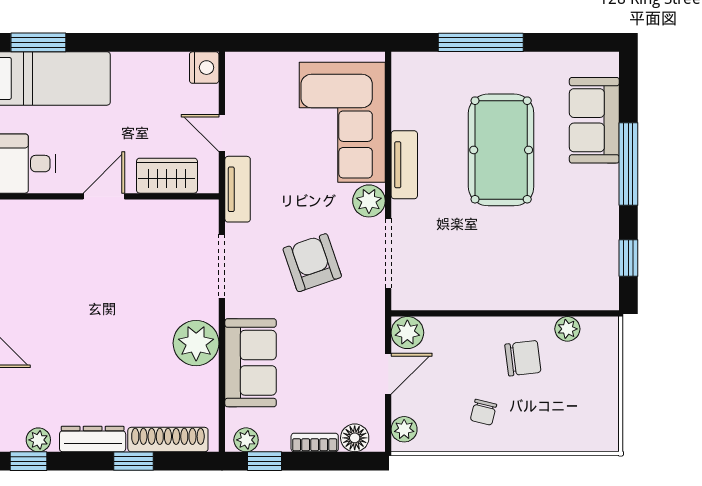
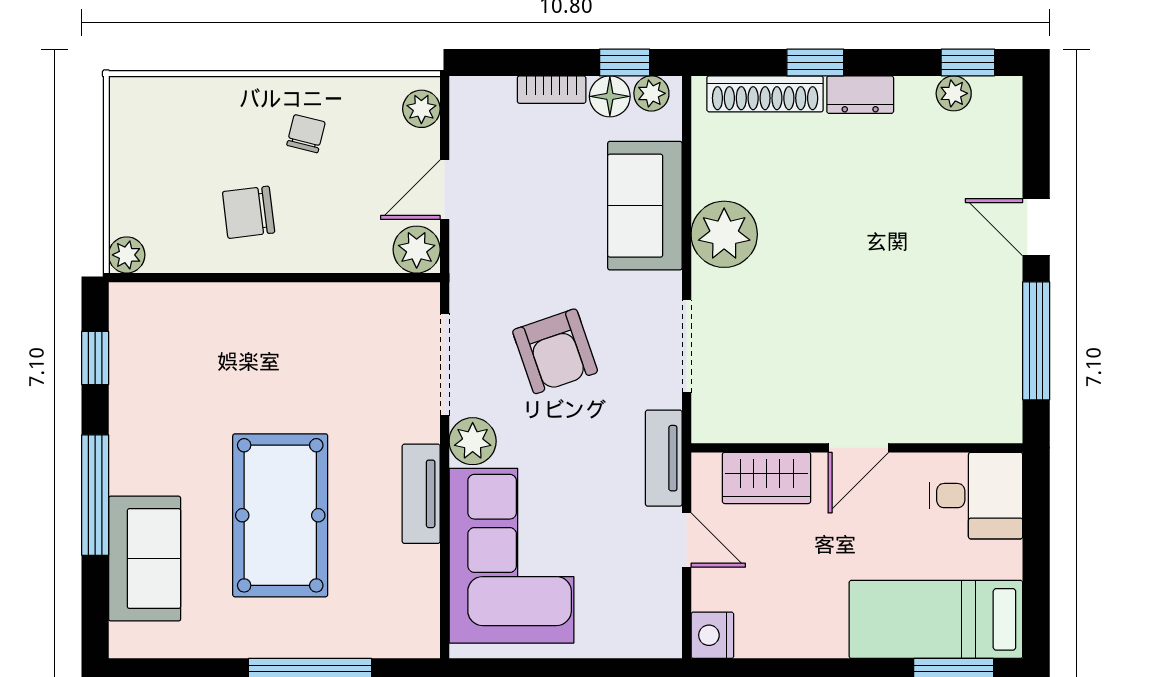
plant: (567, 329) -> (127, 255), moved
floor lamp: (355, 438) -> (610, 96), moved
dresser: (93, 439) -> (860, 95), width x0.70

